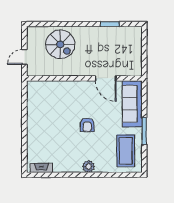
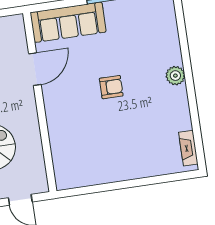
coffee table: (126, 151) -> (142, 22), removed

